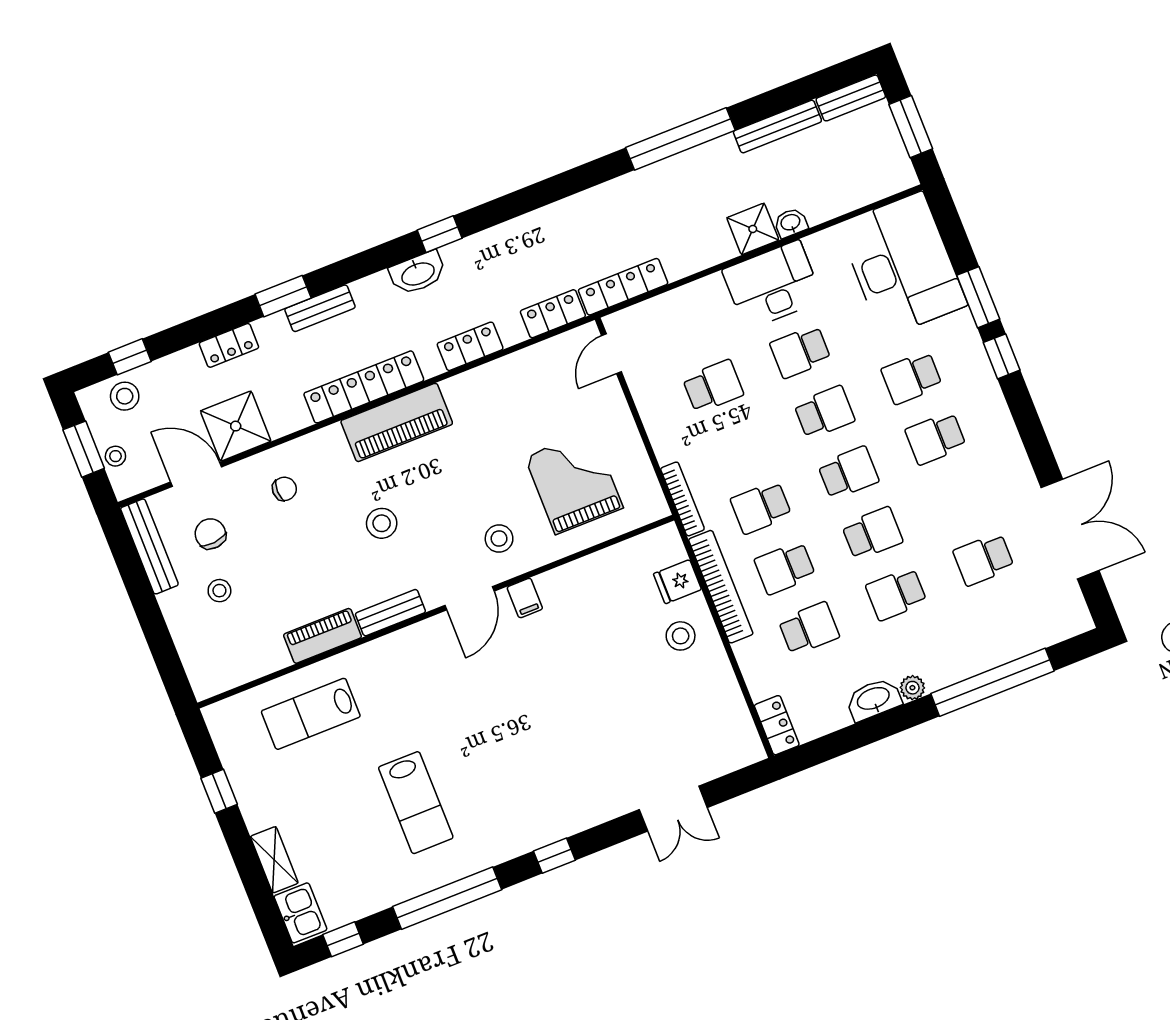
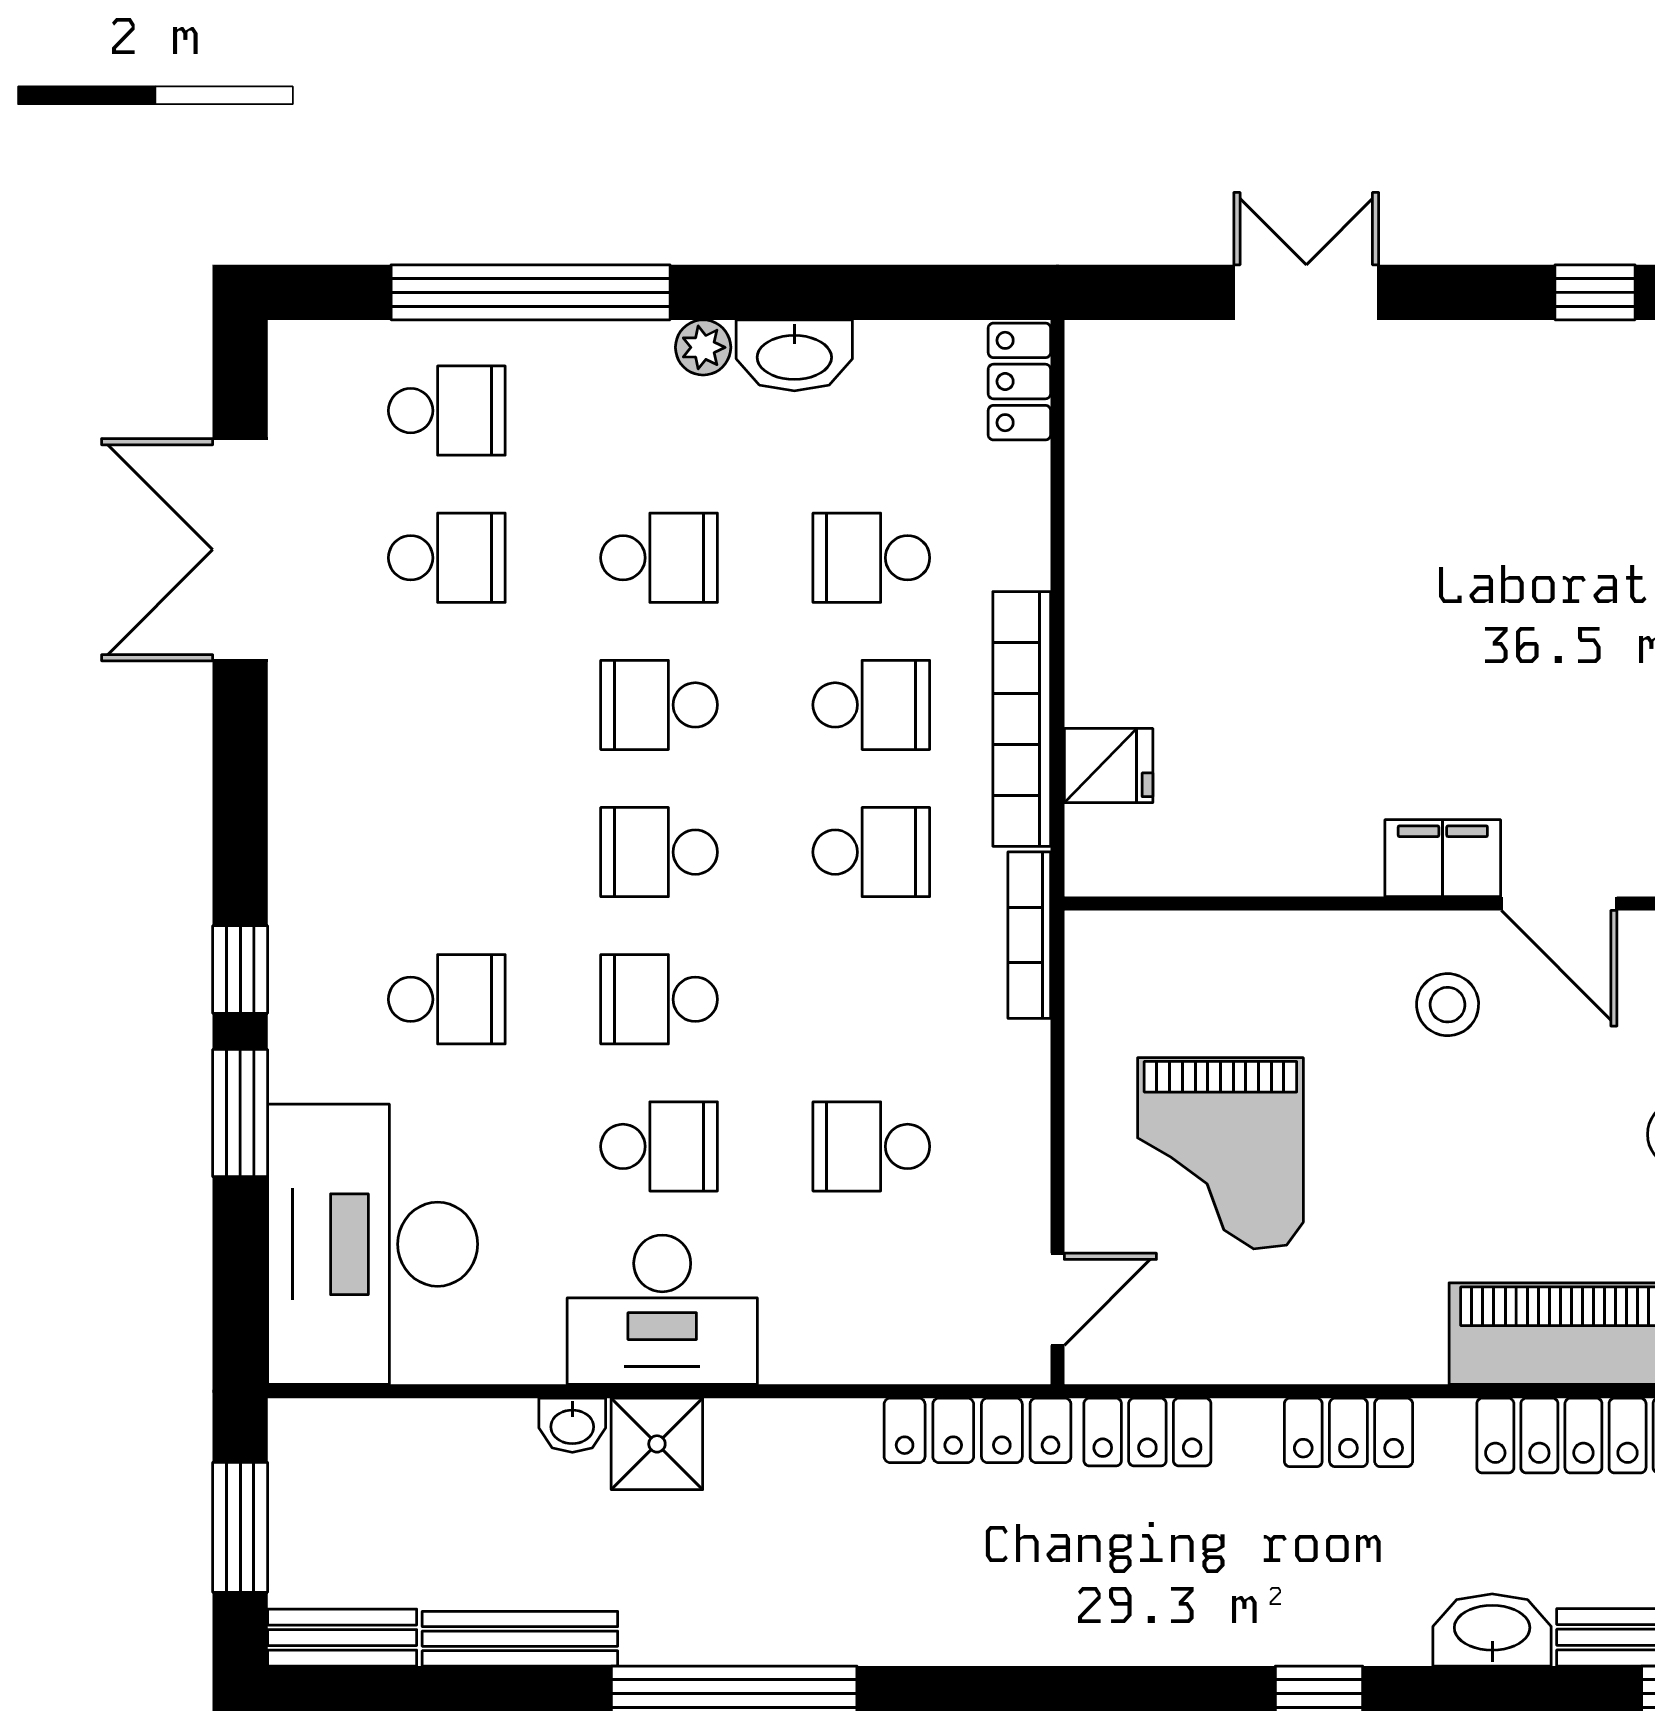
washbasin: (418, 273) -> (1492, 1630), moved
school desk: (936, 438) -> (447, 411), moved
grand piano: (574, 482) -> (1220, 1153), moved
door: (470, 598) -> (1559, 904), swing flipped
filing cabinet: (525, 598) -> (1443, 858), width x2.00
stool: (681, 636) -> (1147, 649), removed

